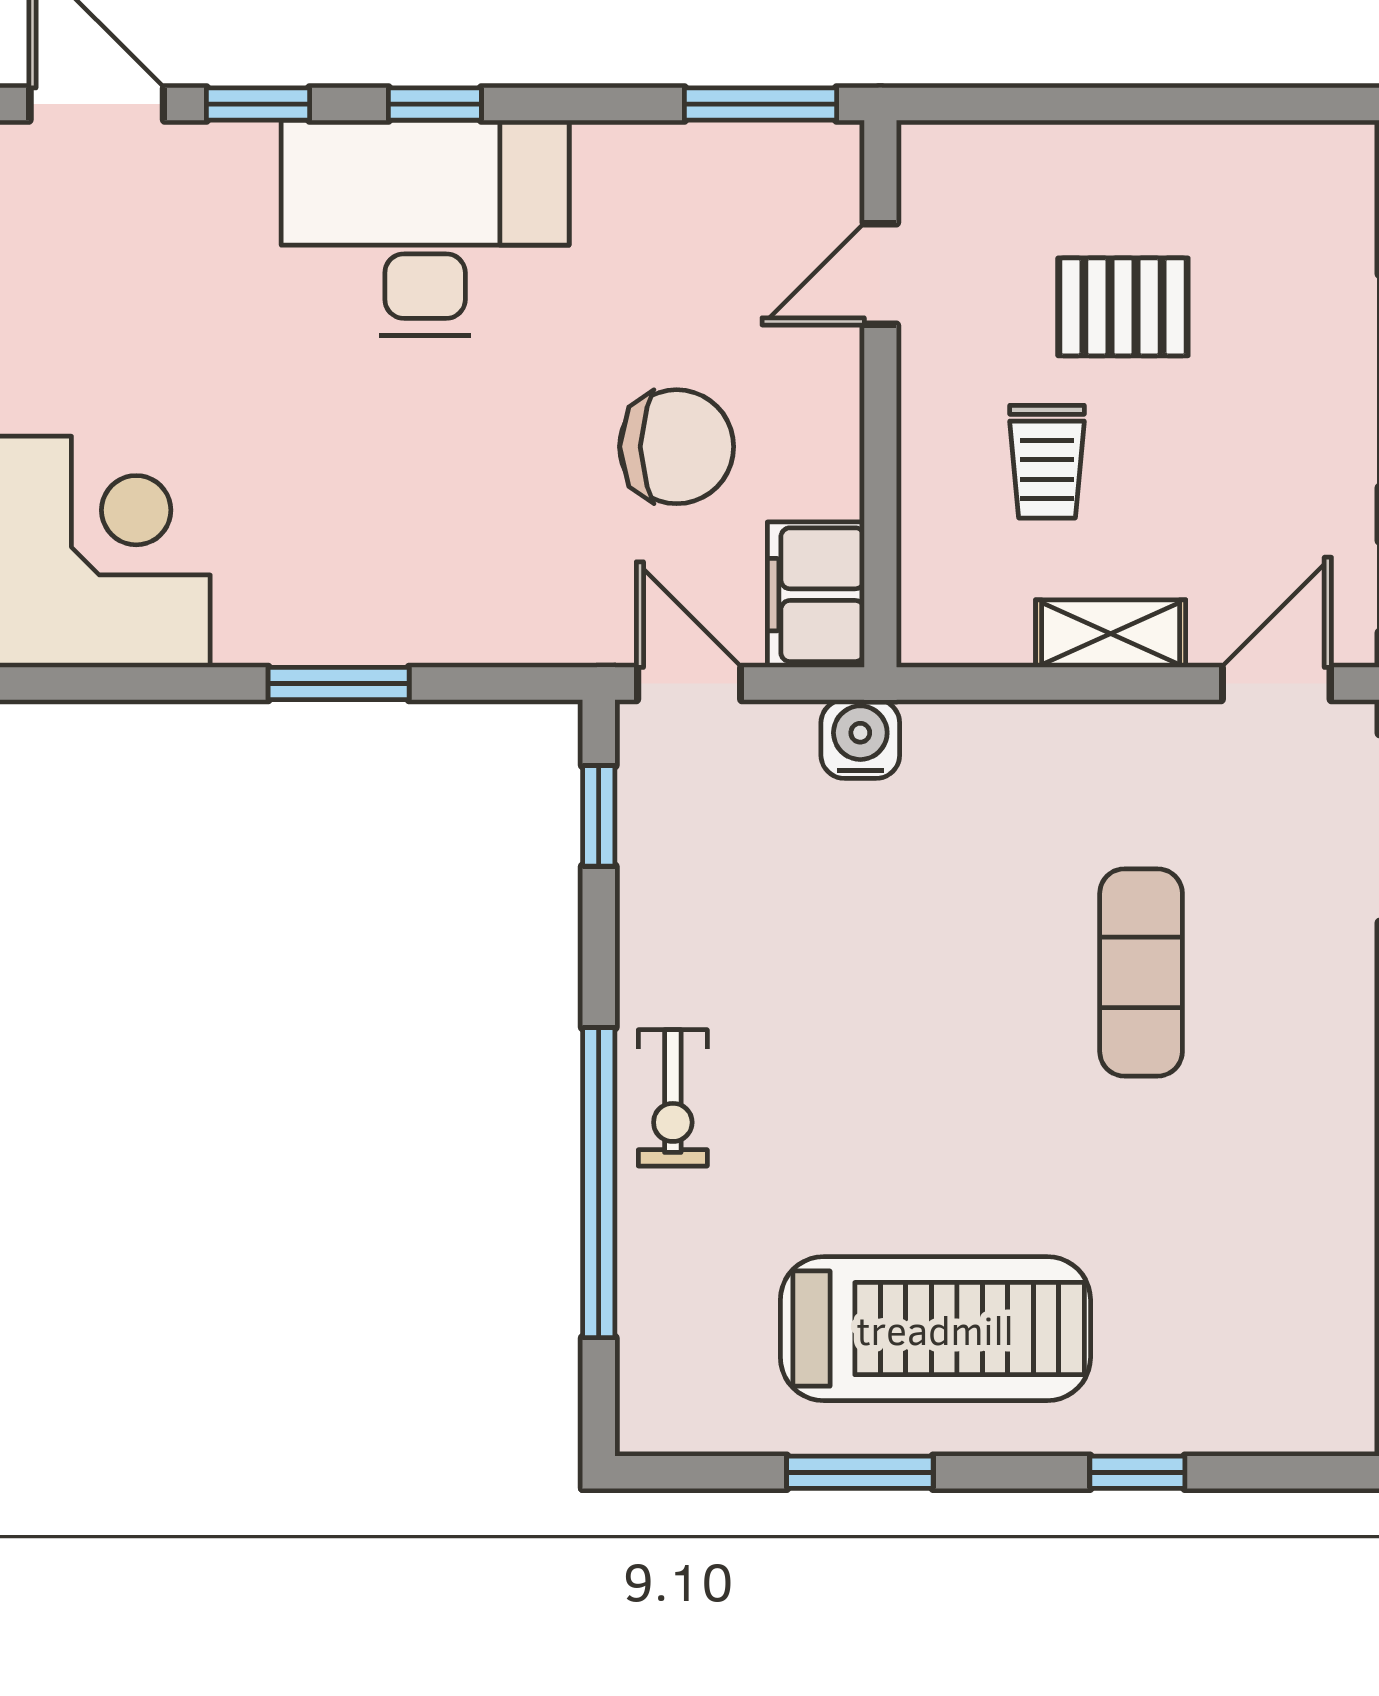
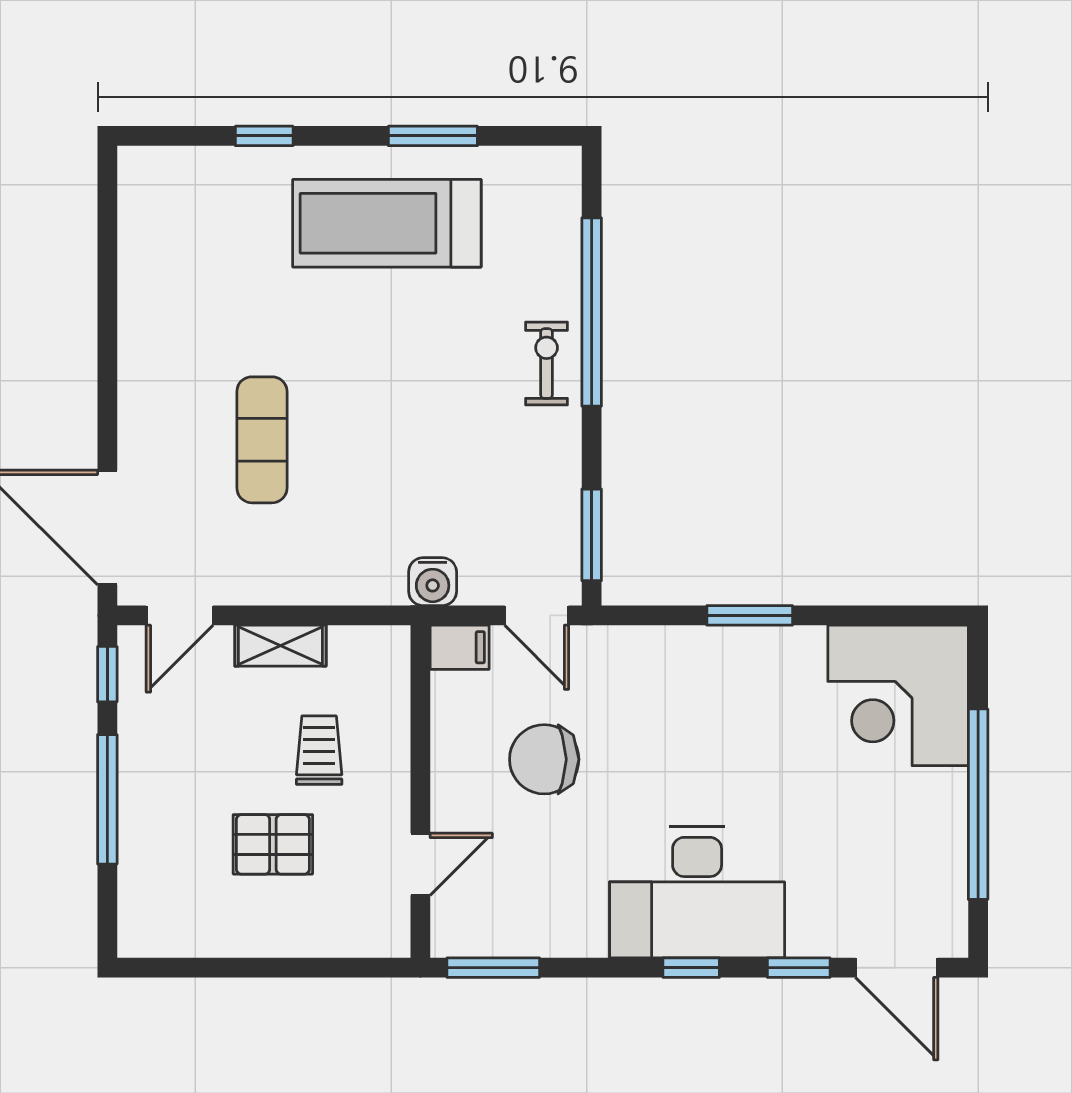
filing cabinet: (816, 595) -> (460, 647), width x0.50
window: (599, 816) -> (592, 535), width x1.50

